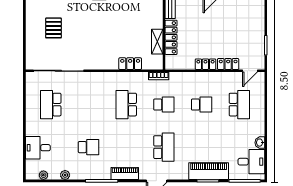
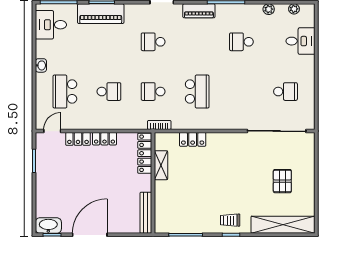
locker: (171, 37) -> (145, 153), moved
school desk: (51, 105) -> (285, 92), width x0.54
school desk: (202, 105) -> (109, 92), turned 180
washbasin: (260, 143) -> (41, 65), moved
school desk: (164, 147) -> (153, 42), width x0.54

